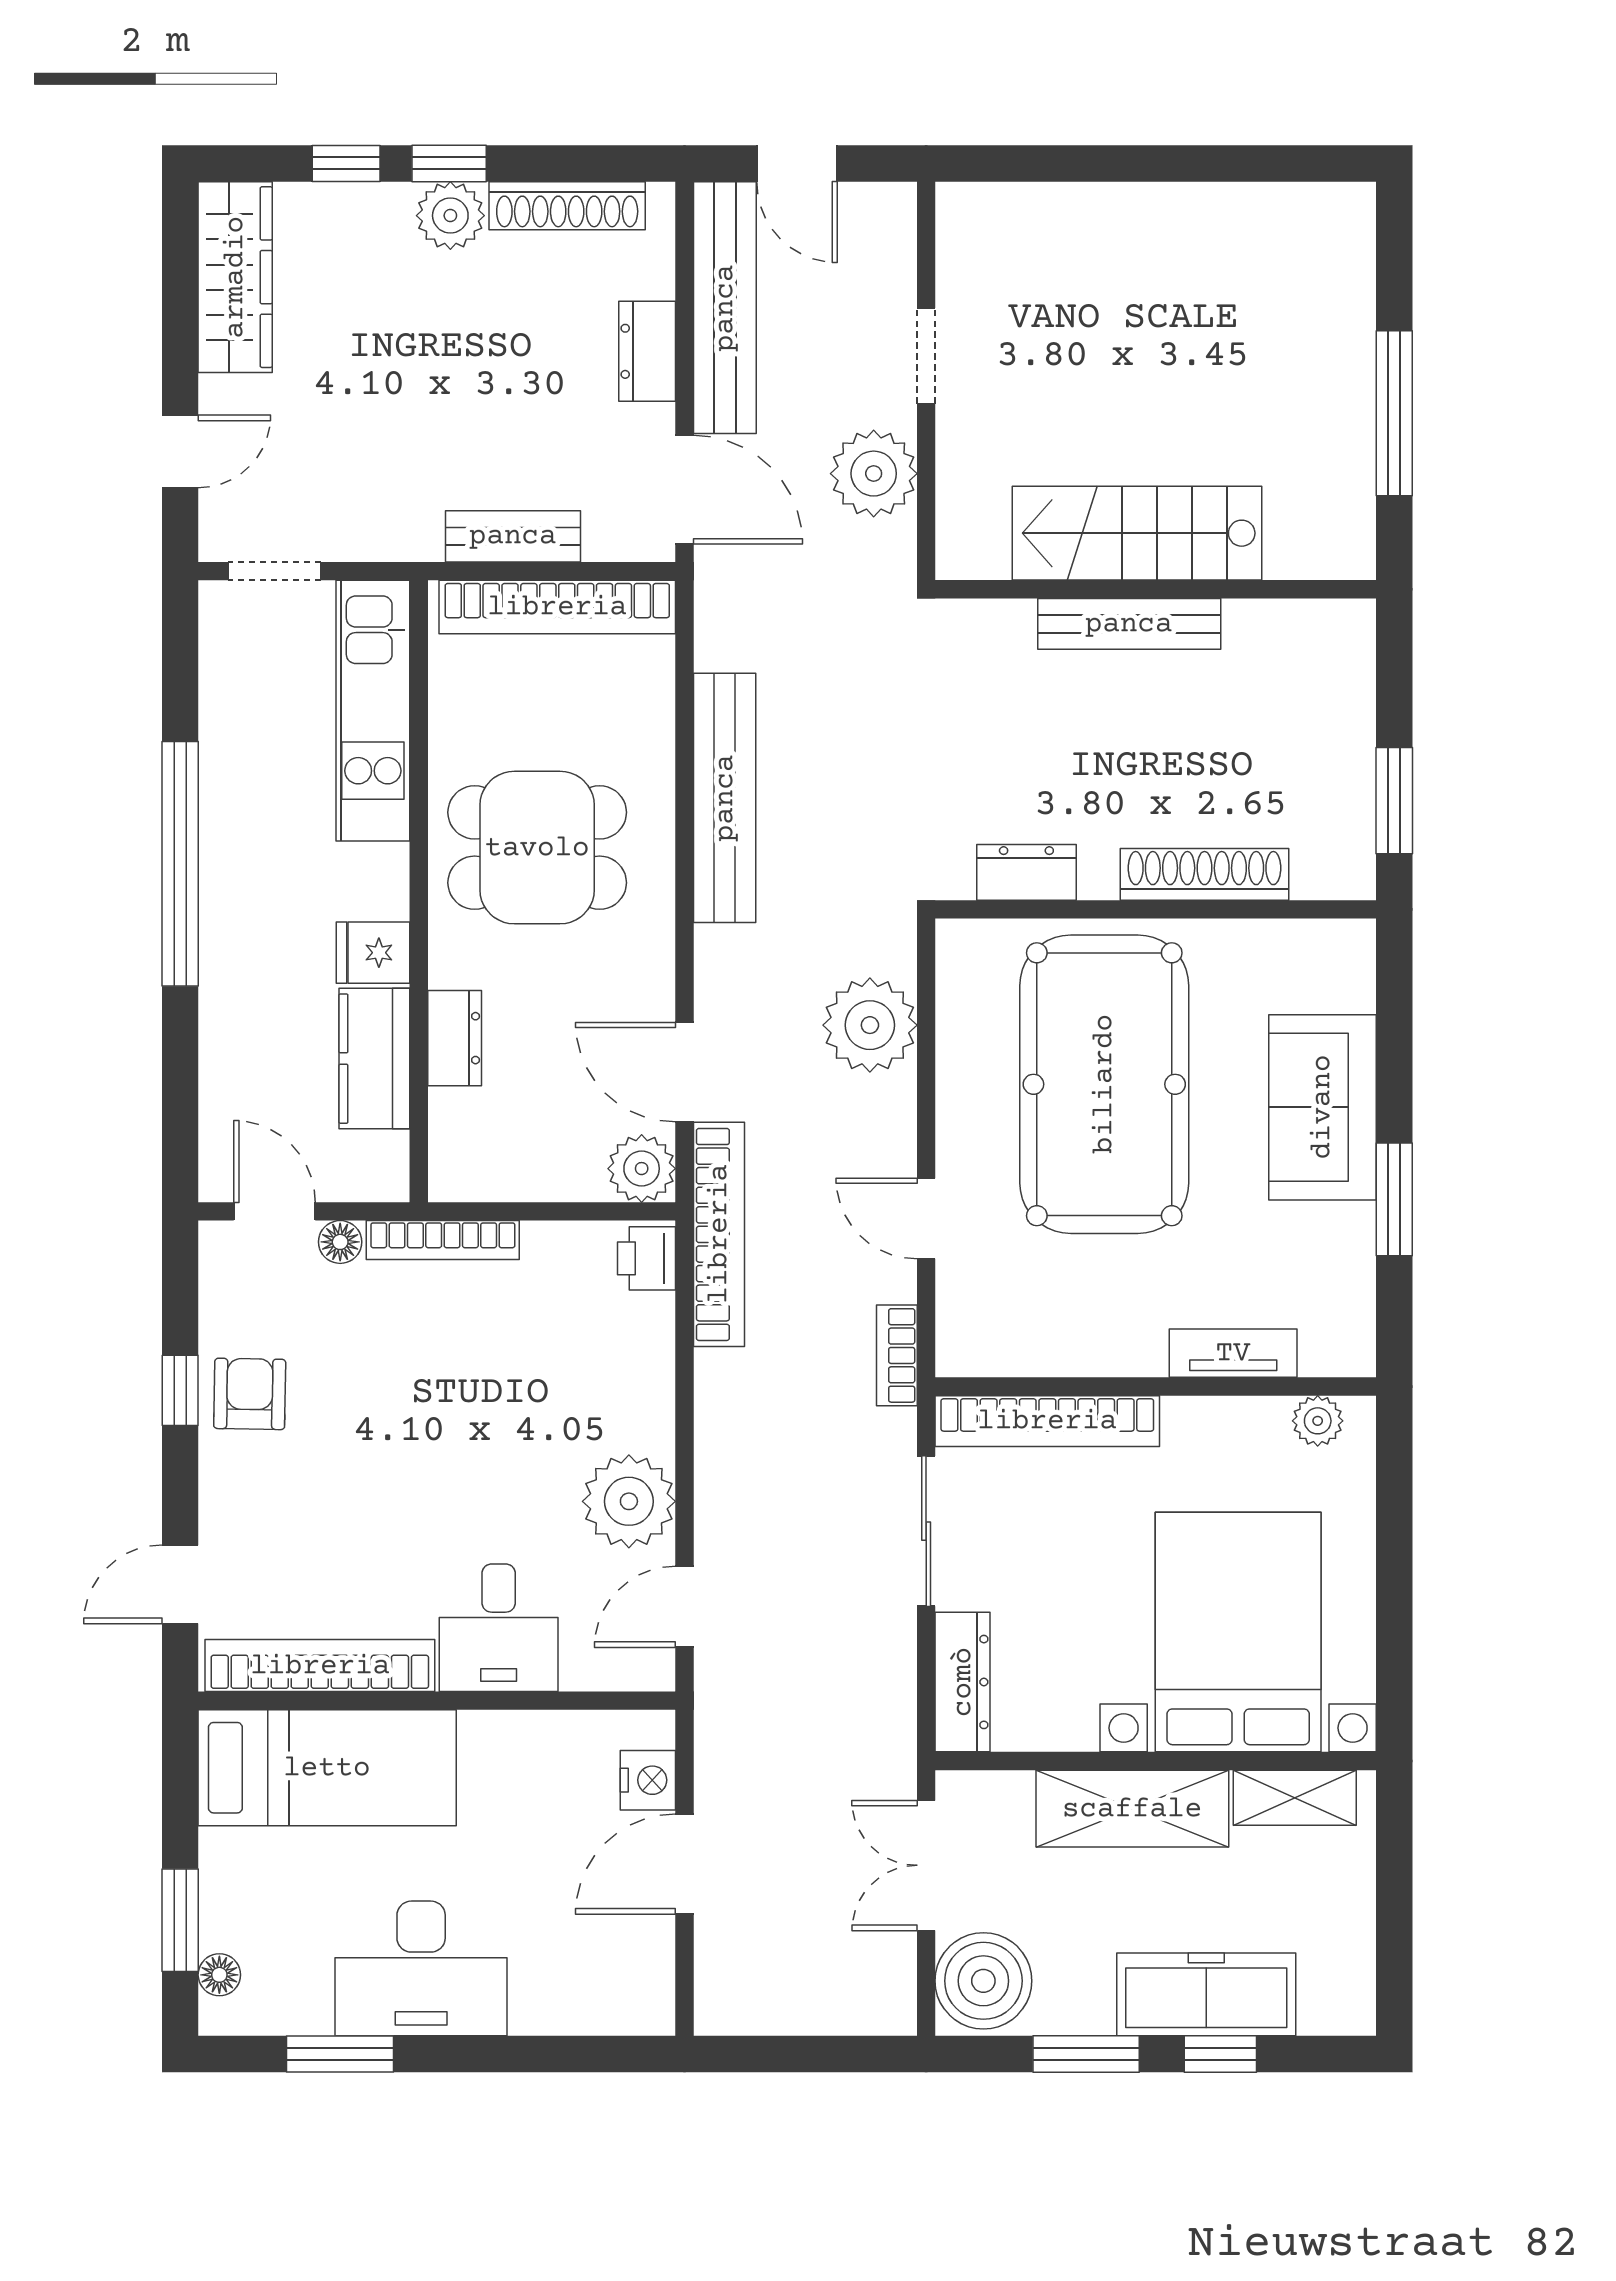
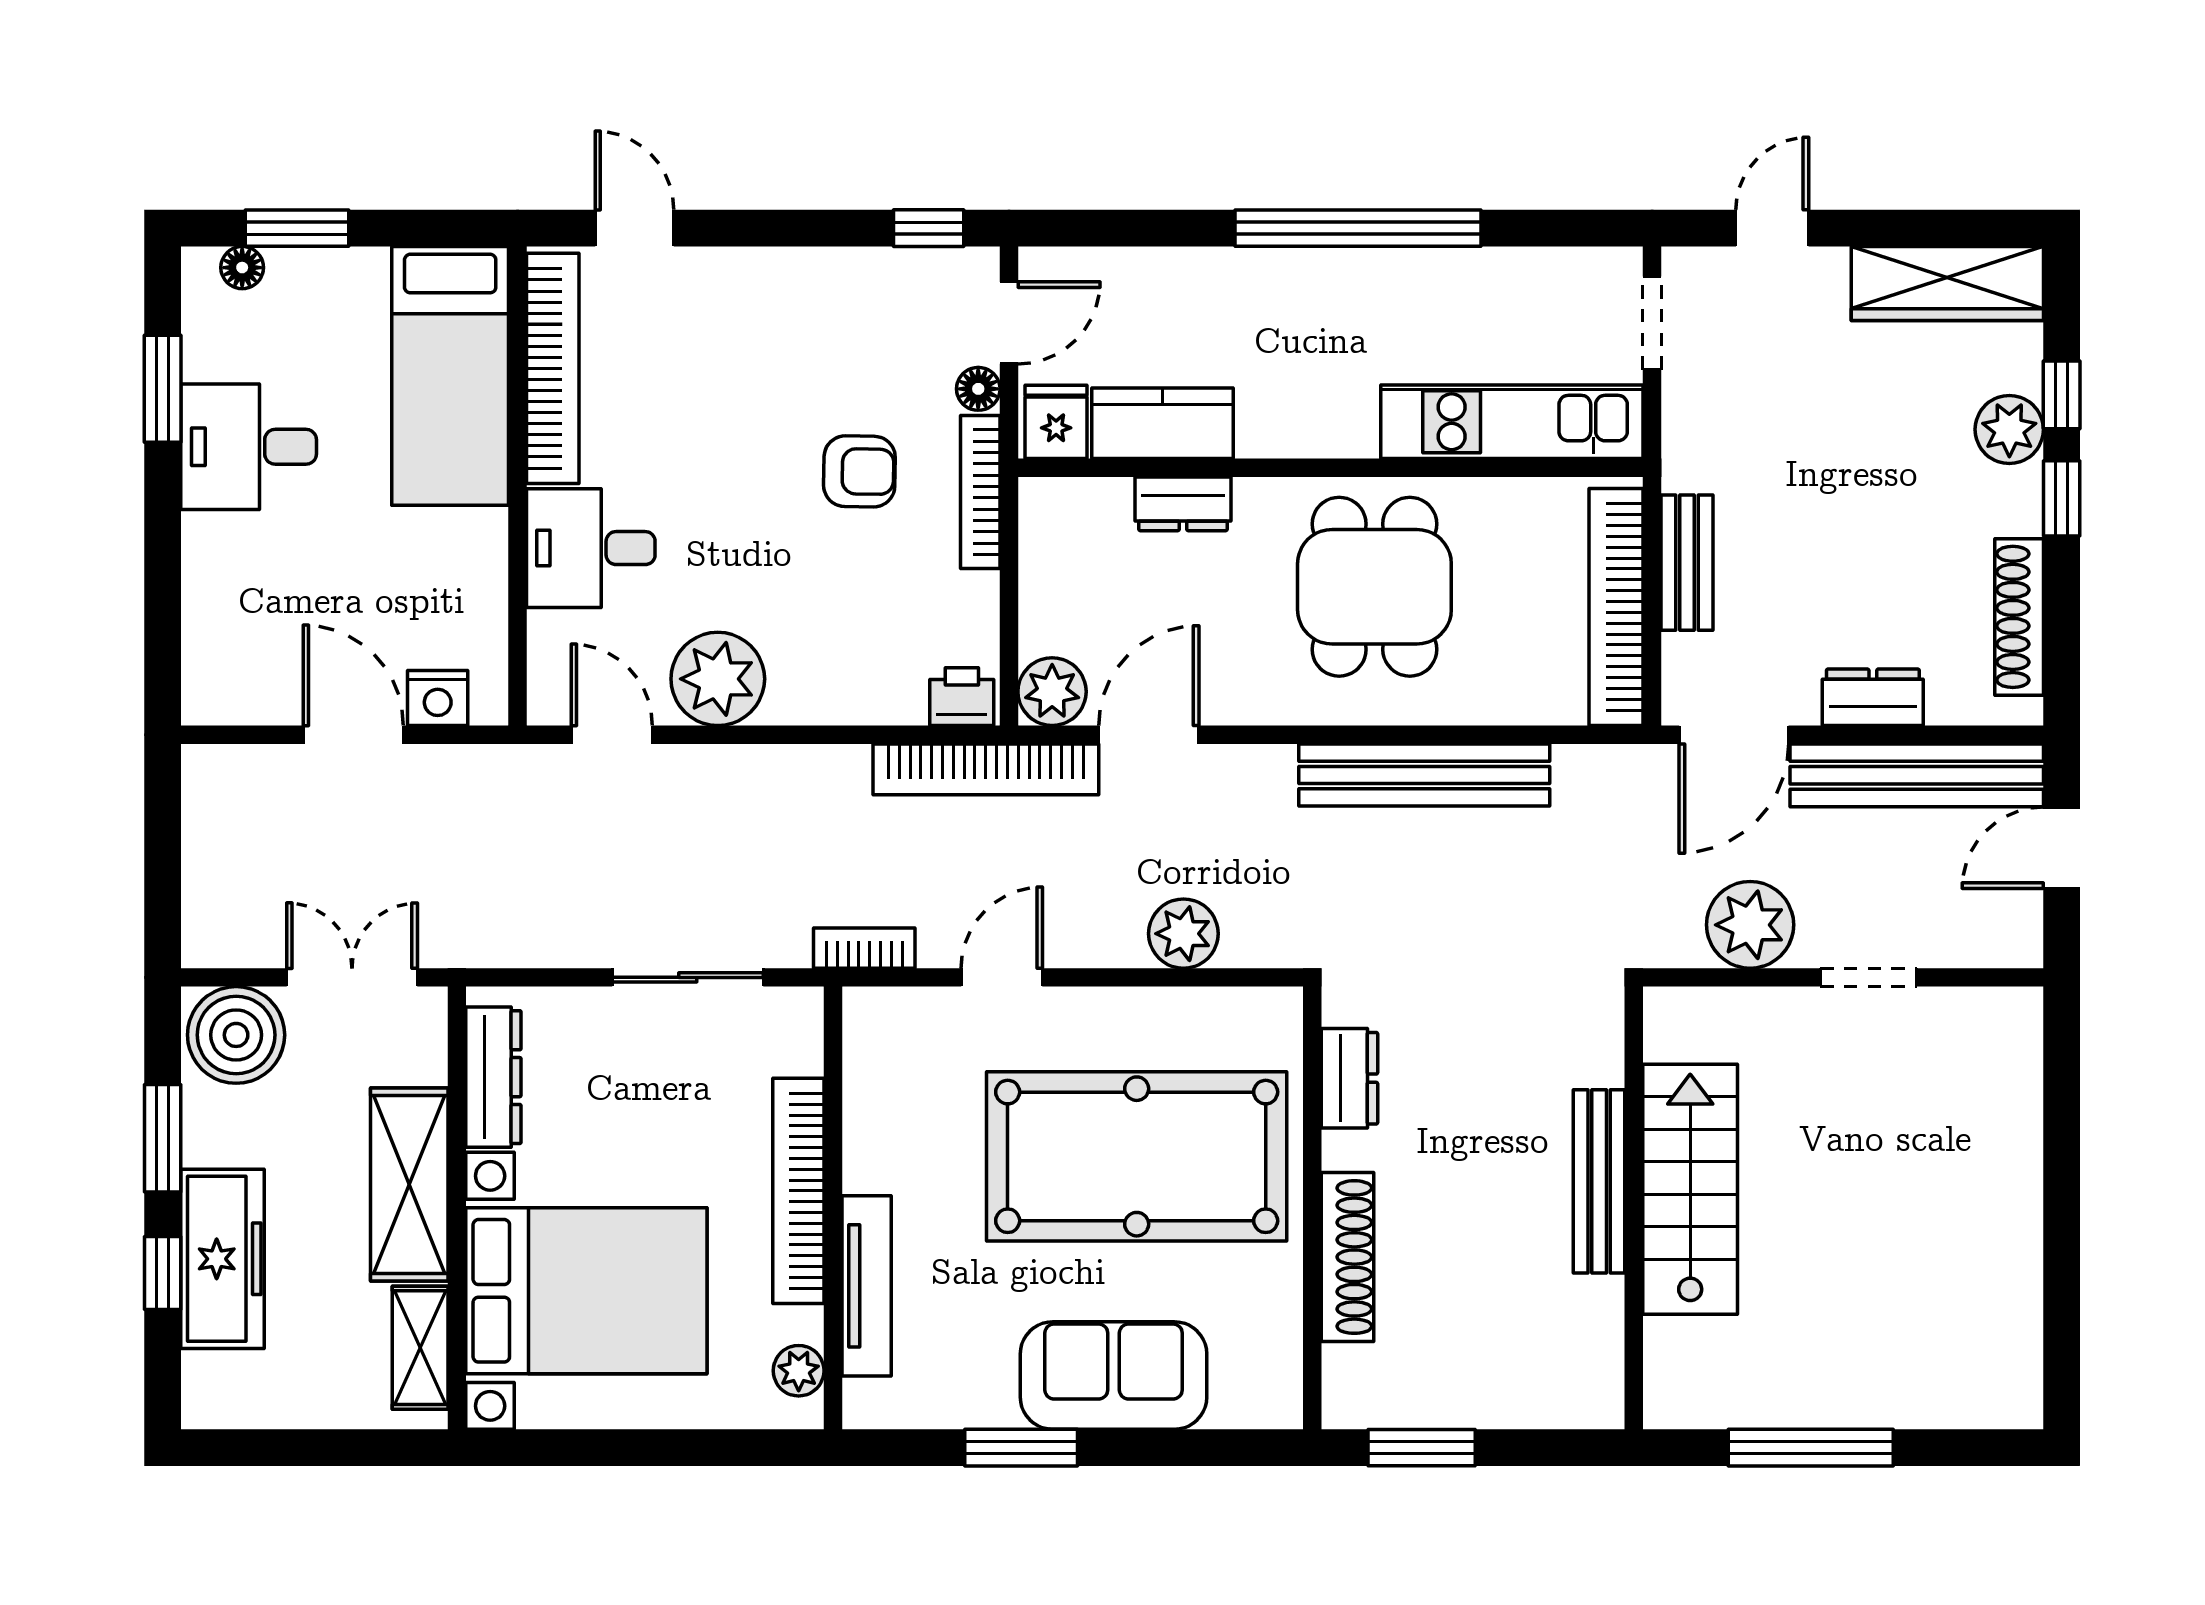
plant: (450, 216) -> (2009, 429), moved
door: (180, 451) -> (1772, 228), swing flipped
fridge: (373, 953) -> (1056, 422), moved
plant: (870, 1025) -> (1183, 934), width x0.73, depth x0.73
tv unit: (1233, 1353) -> (867, 1286), width x1.41
window: (180, 1390) -> (929, 228), moved
armchair: (250, 1394) -> (859, 471), moved
bookcase: (1047, 1421) -> (798, 1191), moved
dresser: (963, 1682) -> (493, 1077), moved, turned -90
desk: (421, 1968) -> (249, 447), width x0.73

